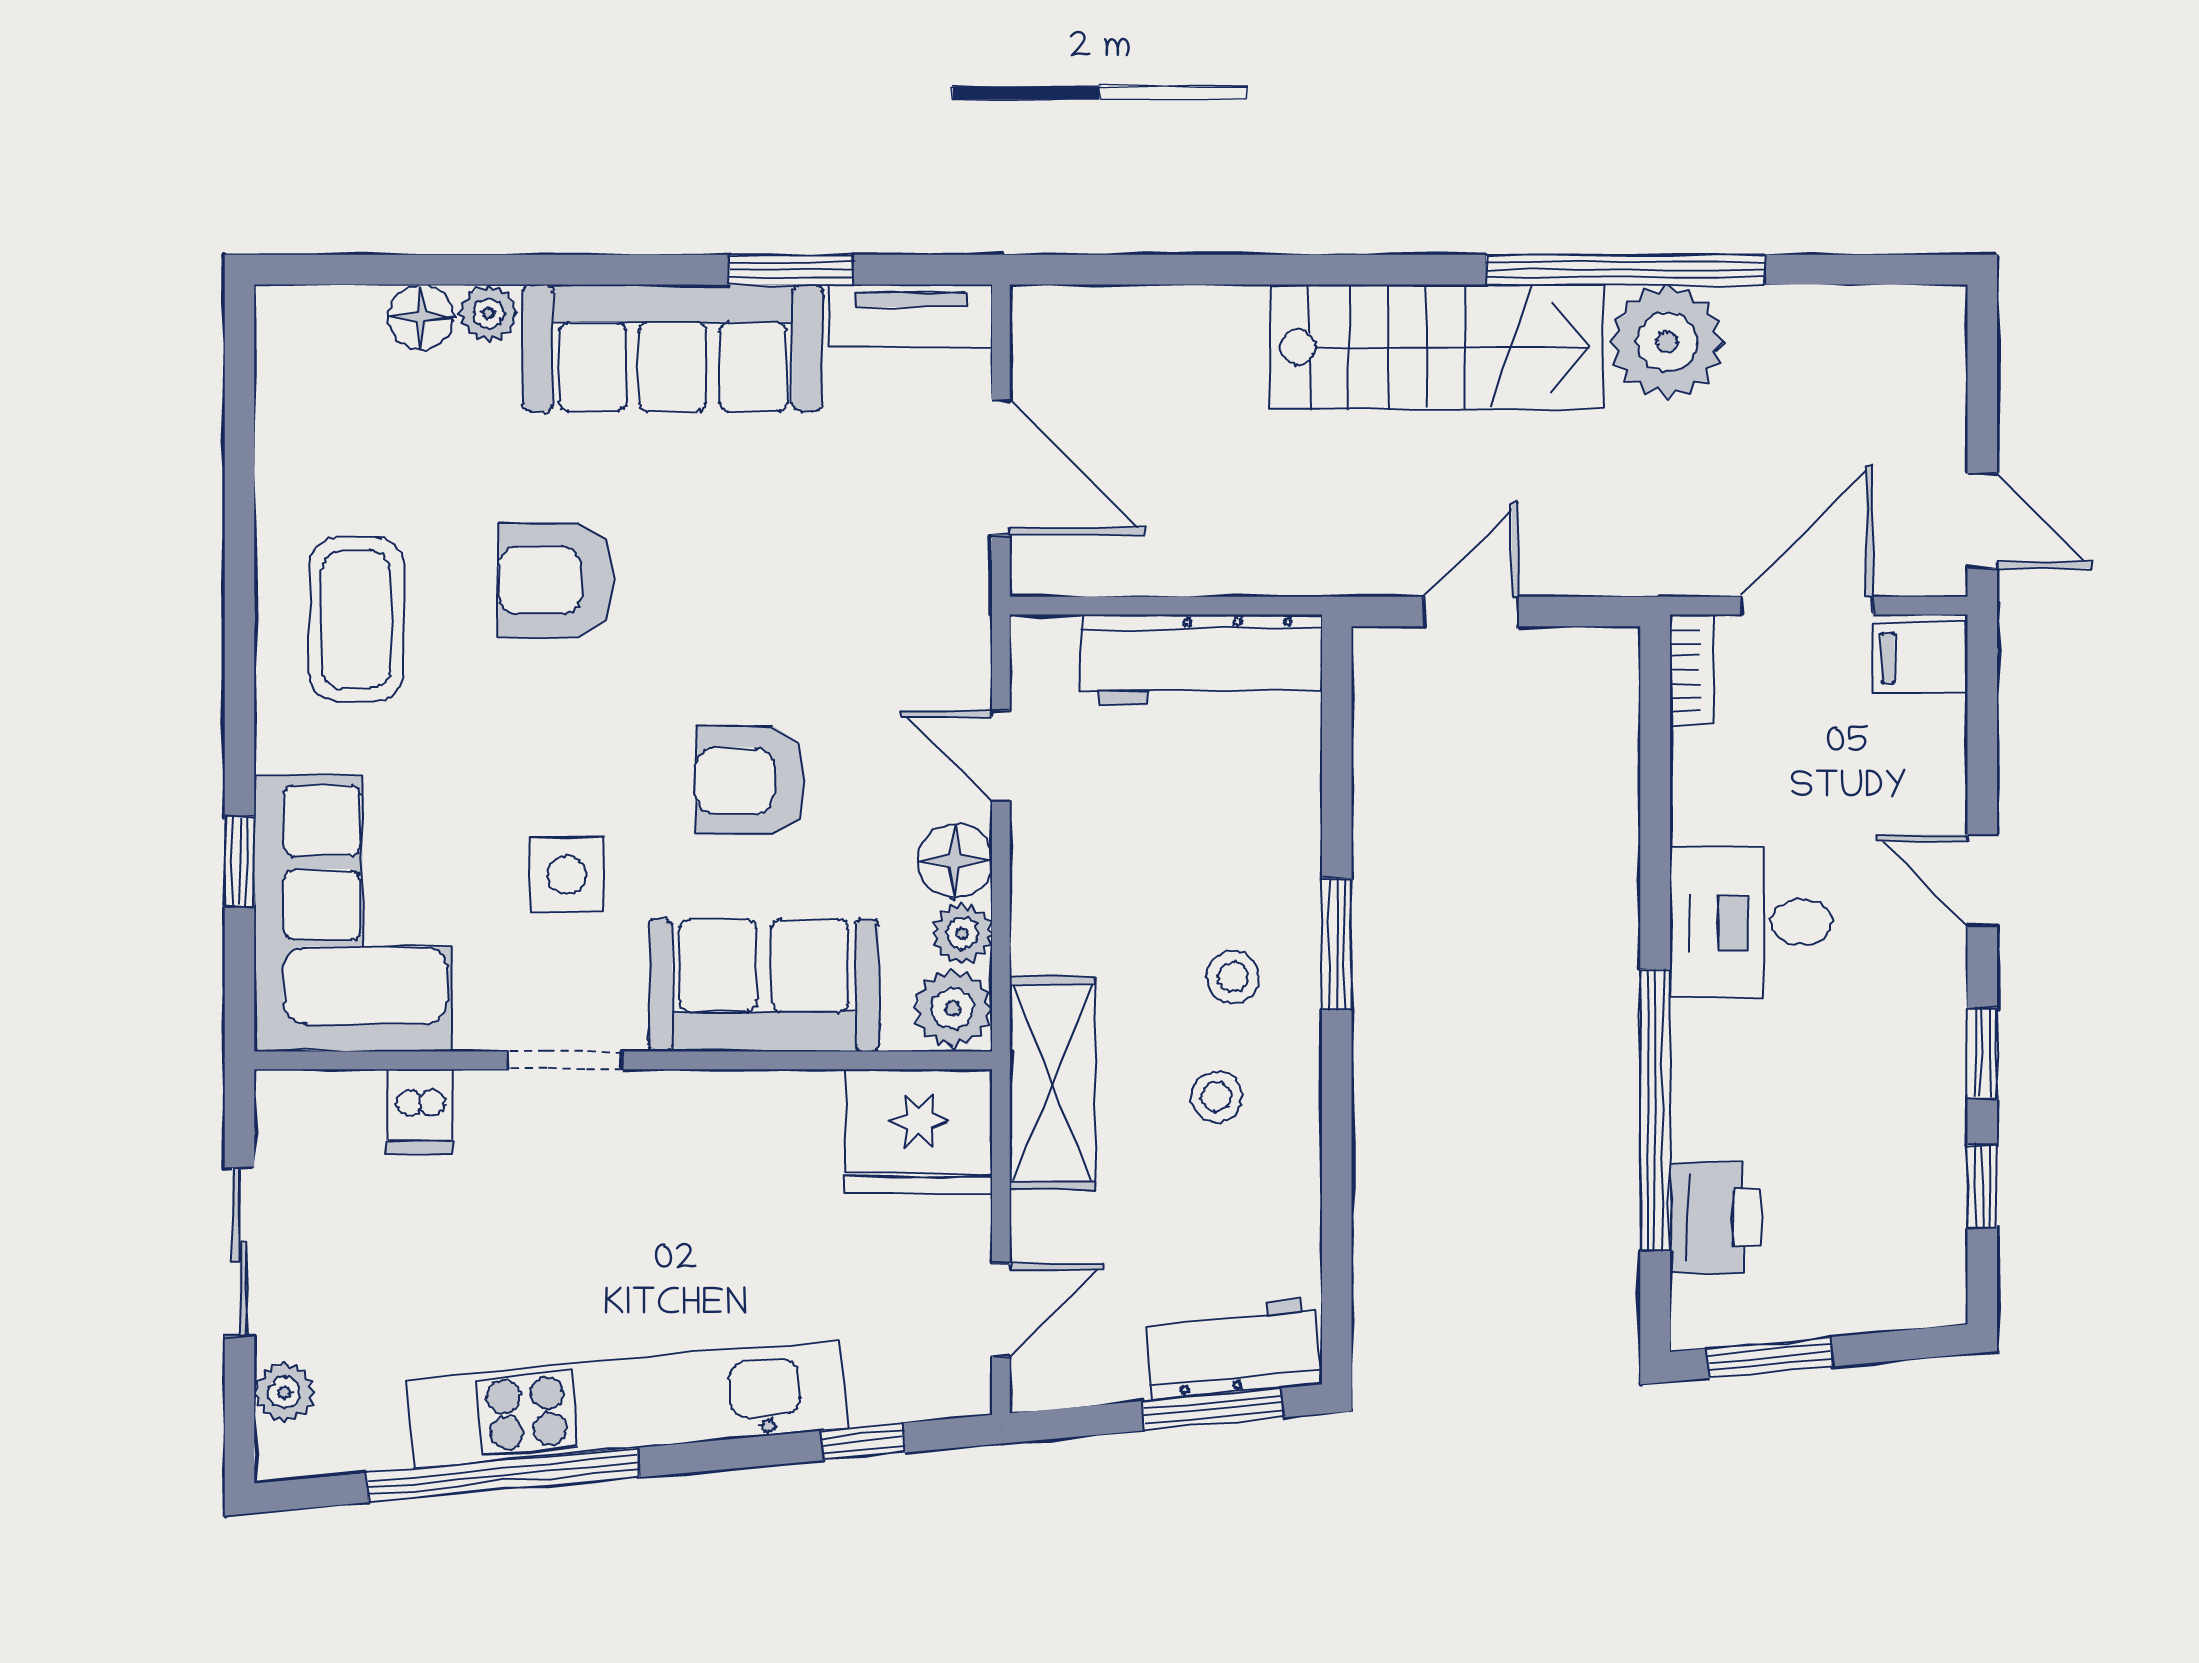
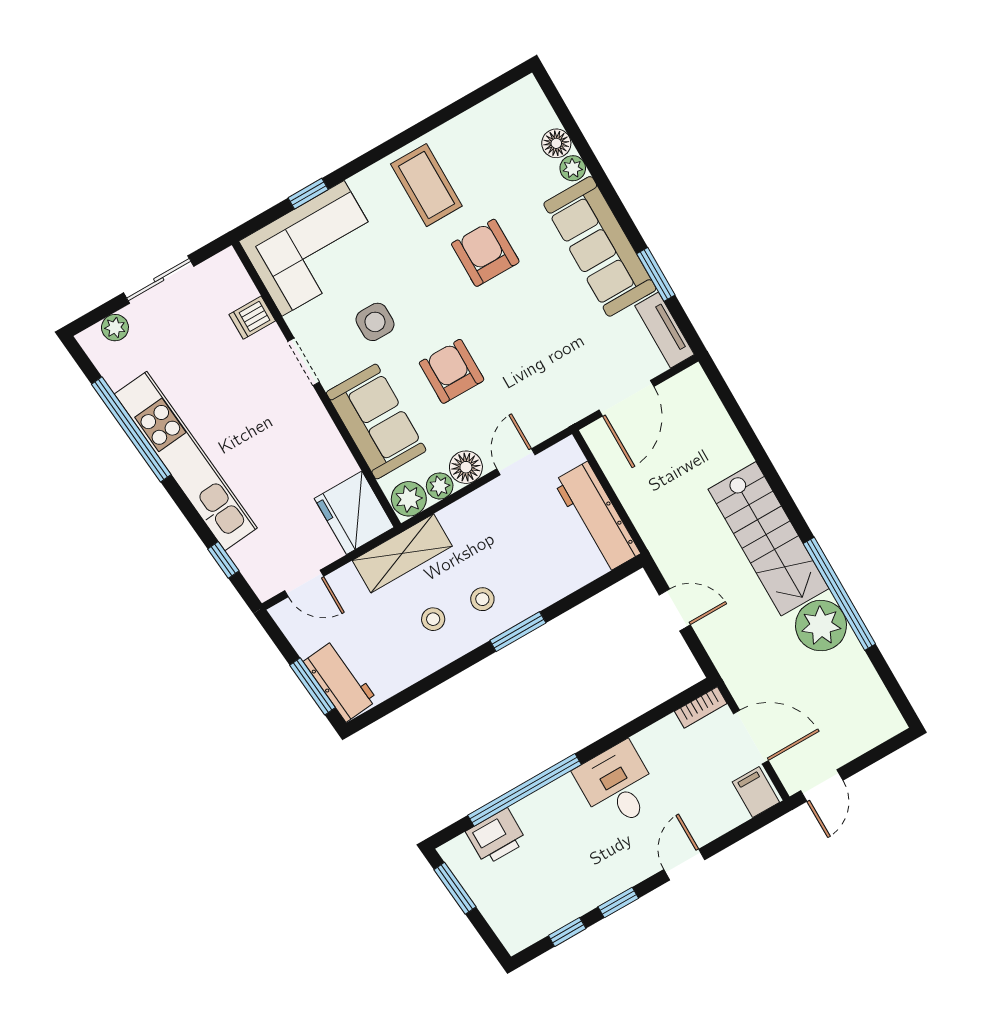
coffee table: (356, 619) -> (426, 185), turned 90

